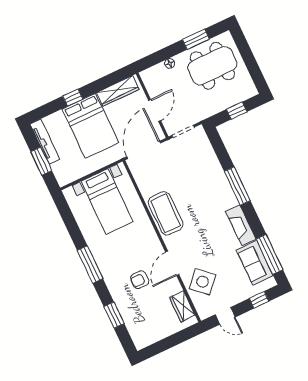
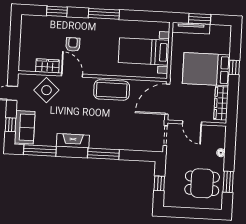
dining table: (212, 66) -> (202, 183), width x0.73
tv unit: (45, 142) -> (191, 28), moved
door: (144, 150) -> (167, 99), swing flipped
sofa: (255, 263) -> (25, 127), moved, turned 90
wardrobe: (182, 306) -> (47, 66), moved

